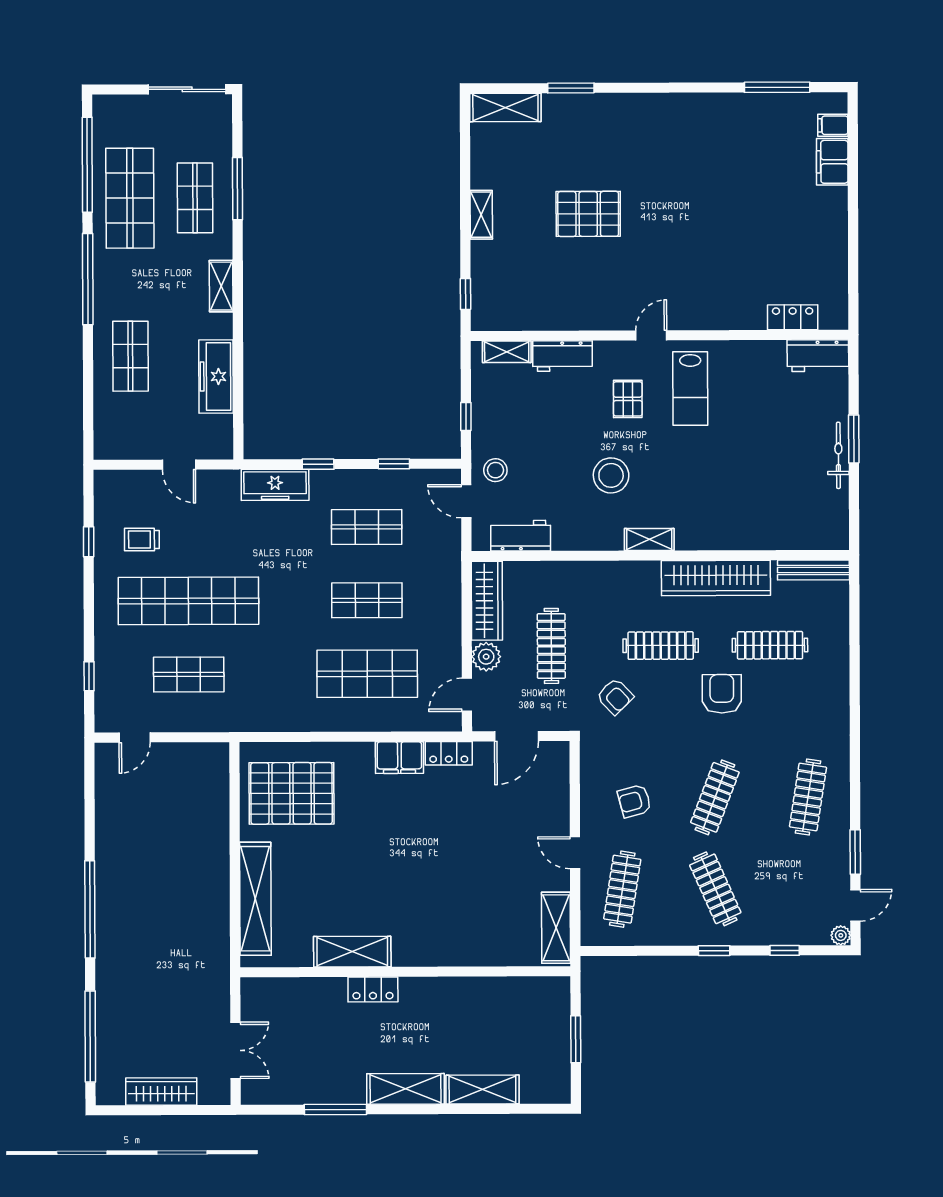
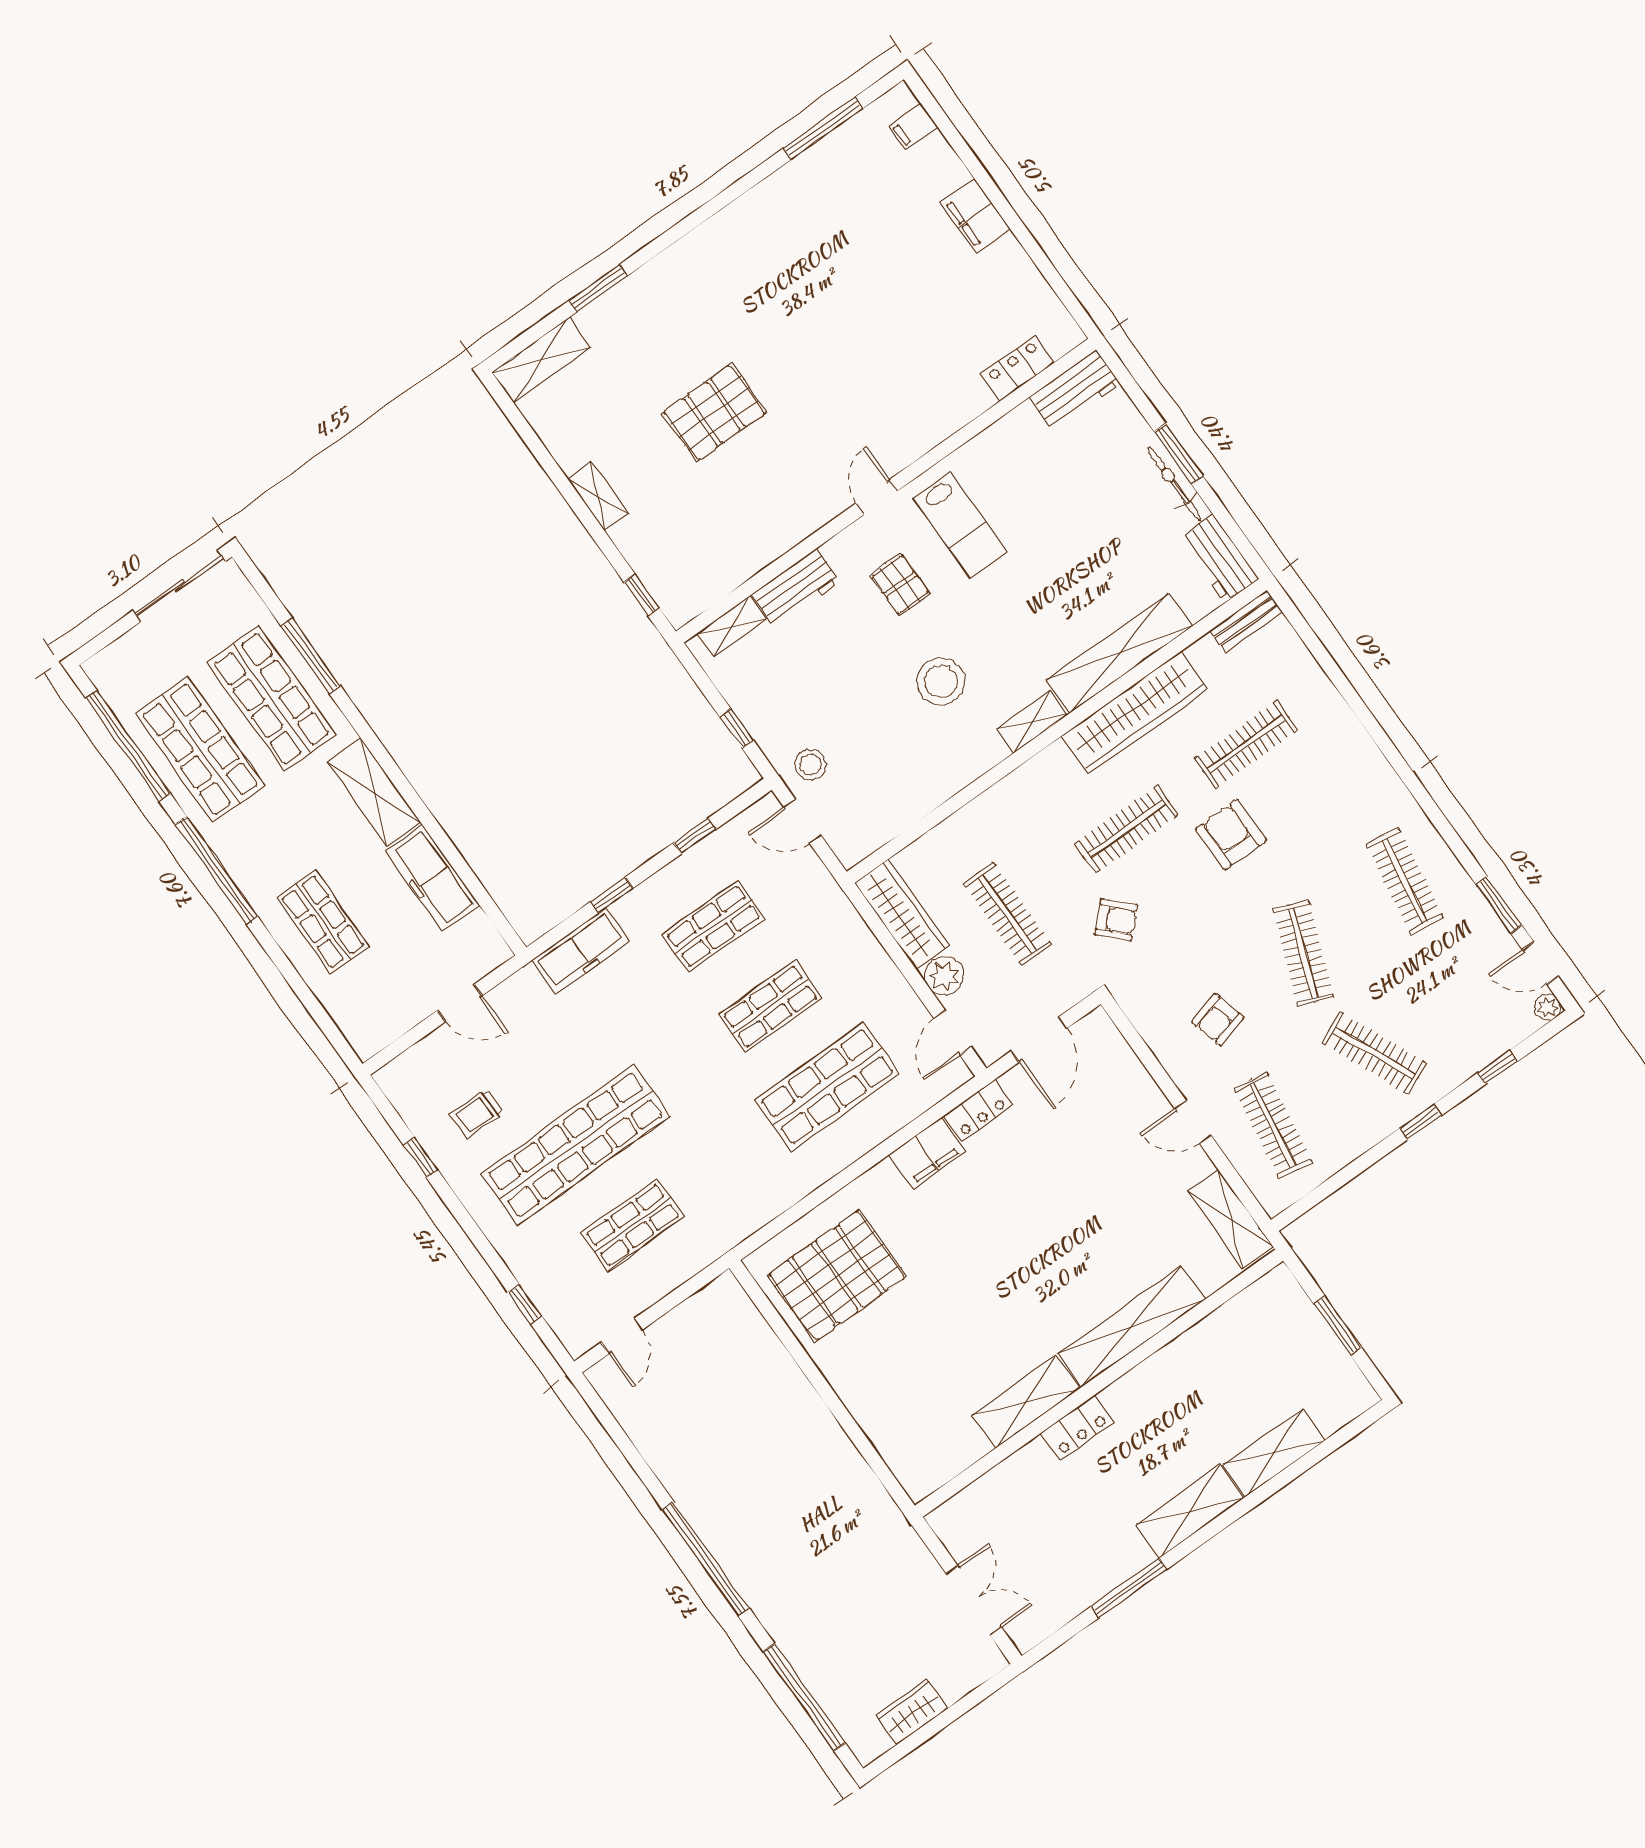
filing cabinet: (832, 162) -> (975, 216), moved
shop shelf: (195, 198) -> (271, 699), width x1.43, depth x1.36
shelving: (221, 286) -> (374, 792), width x1.50, depth x1.33
shelving: (732, 535) -> (1119, 653), added
workbench: (521, 536) -> (1219, 558), moved, turned -90
bench: (813, 570) -> (1246, 621), width x0.73
shelving: (255, 899) -> (1131, 1327), moved, turned 90
door: (855, 905) -> (1540, 963), swing flipped
wardrobe: (161, 1092) -> (912, 1712), width x0.67

